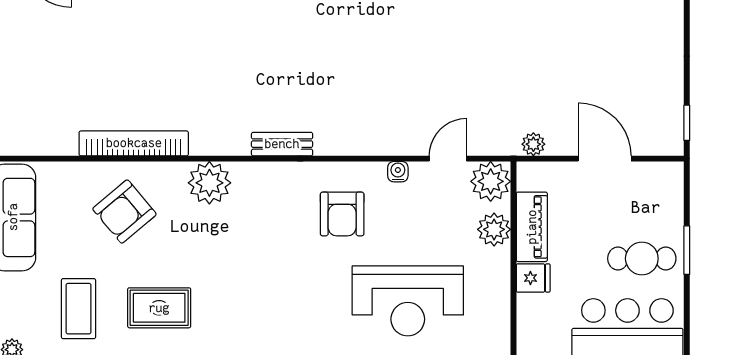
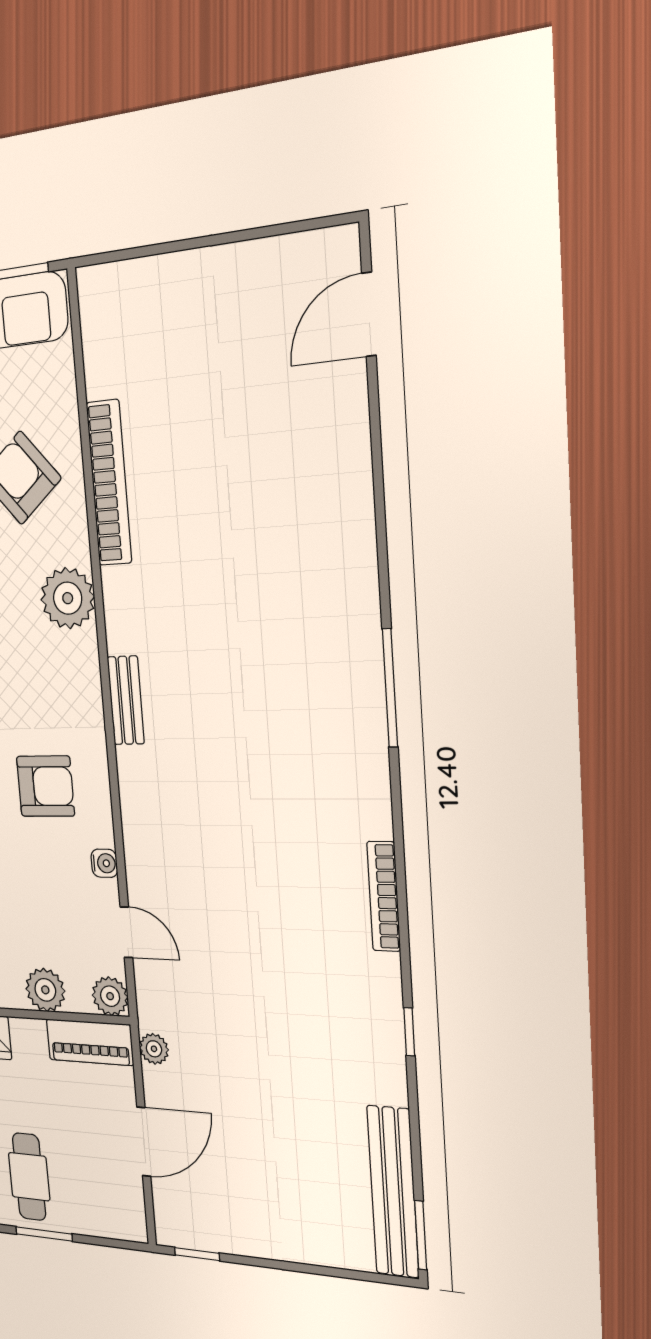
plant: (491, 181) -> (110, 996), width x0.73, depth x0.73
armchair: (342, 214) -> (45, 786), turned 180
piano: (532, 227) -> (90, 1042), moved

